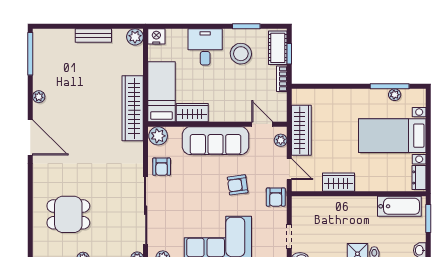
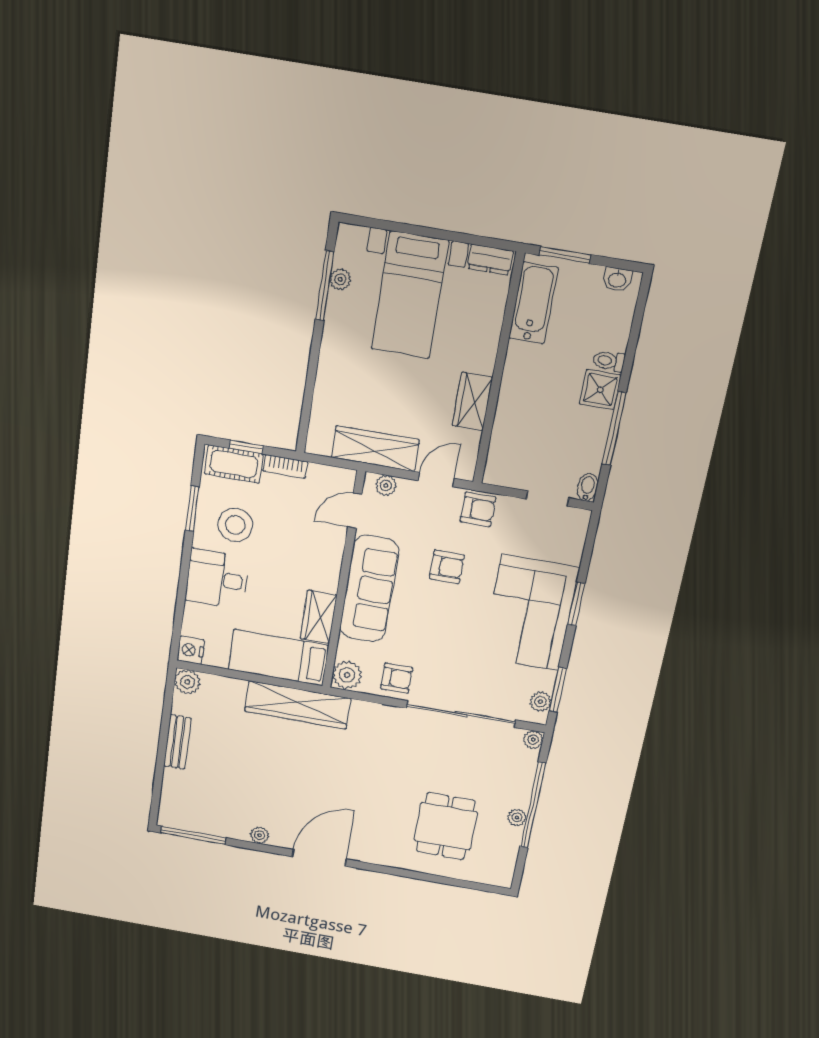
armchair: (238, 185) -> (447, 567), turned -82

